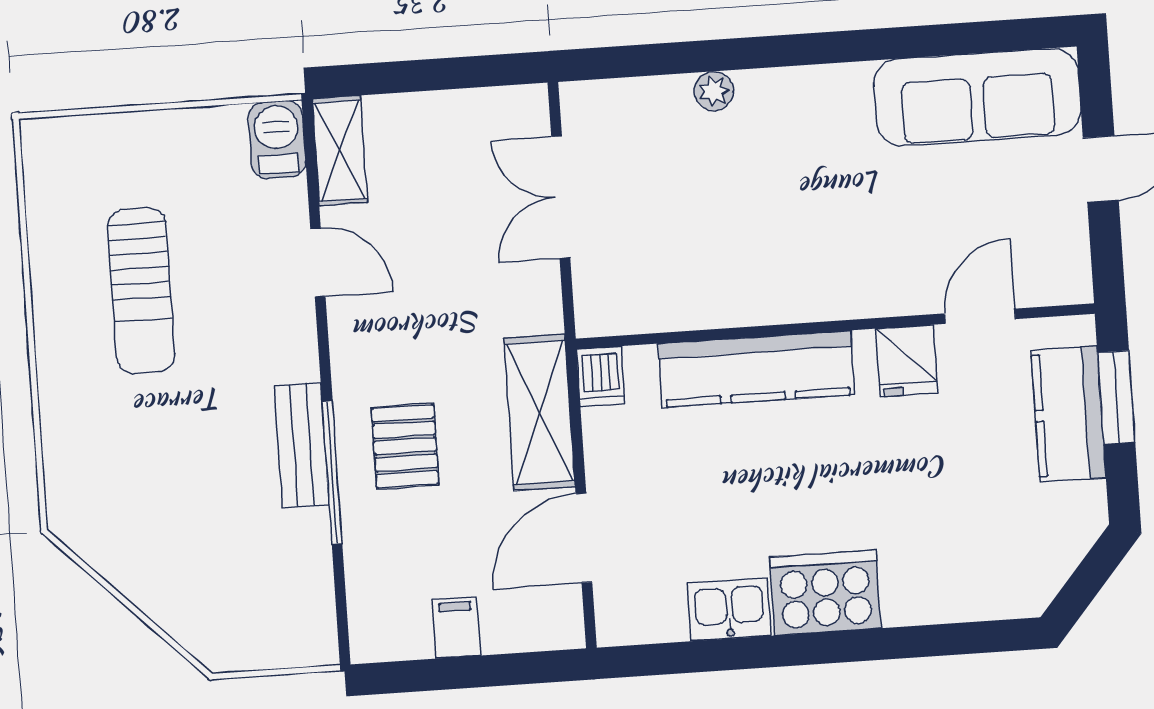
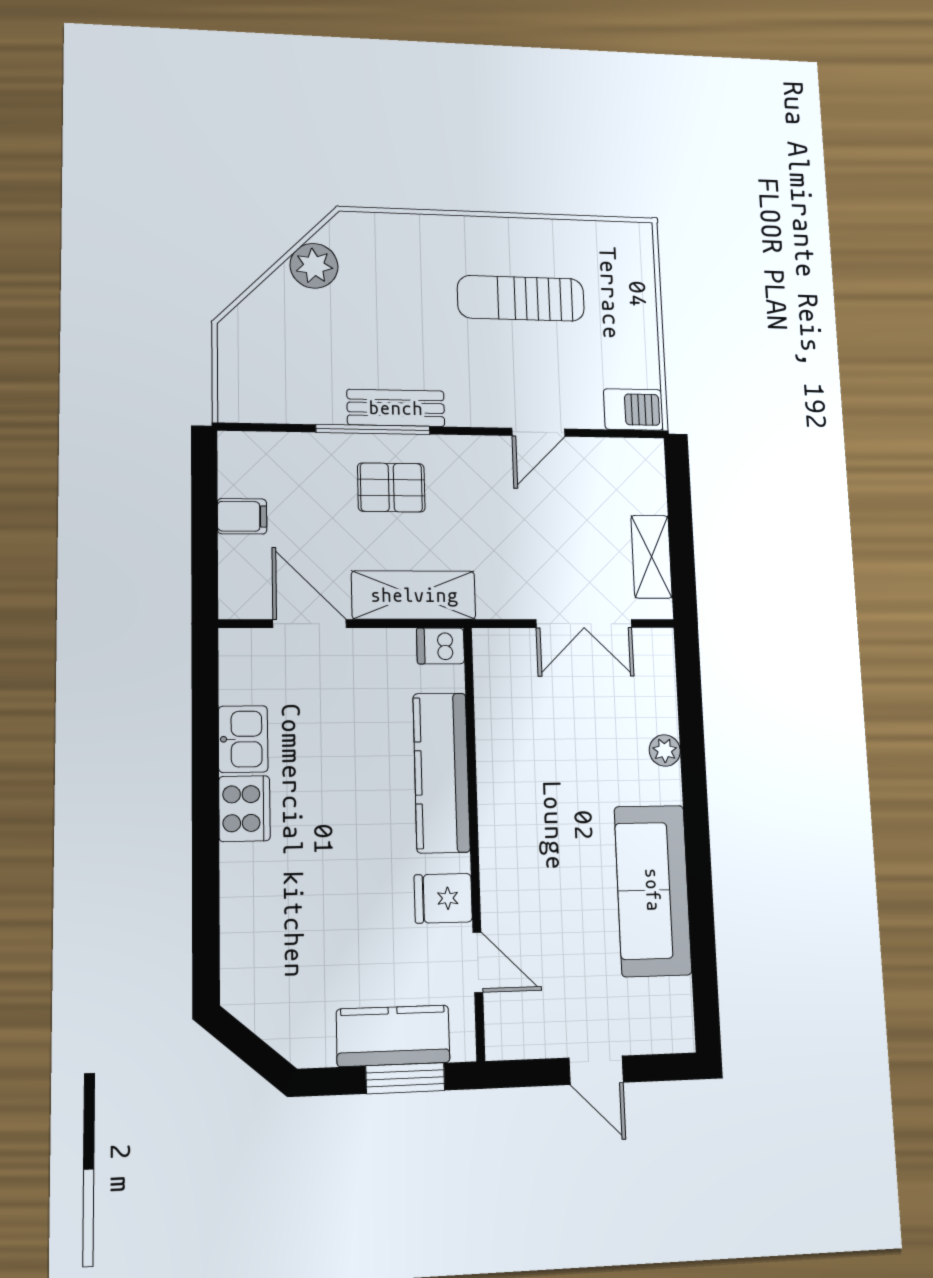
sofa: (977, 97) -> (653, 890), moved
shelving: (340, 151) -> (651, 557), moved, turned 90
double door: (561, 197) -> (584, 624), swing flipped
plant: (124, 557) -> (314, 266), added
cooker: (826, 593) -> (244, 809), width x0.73, depth x0.76

